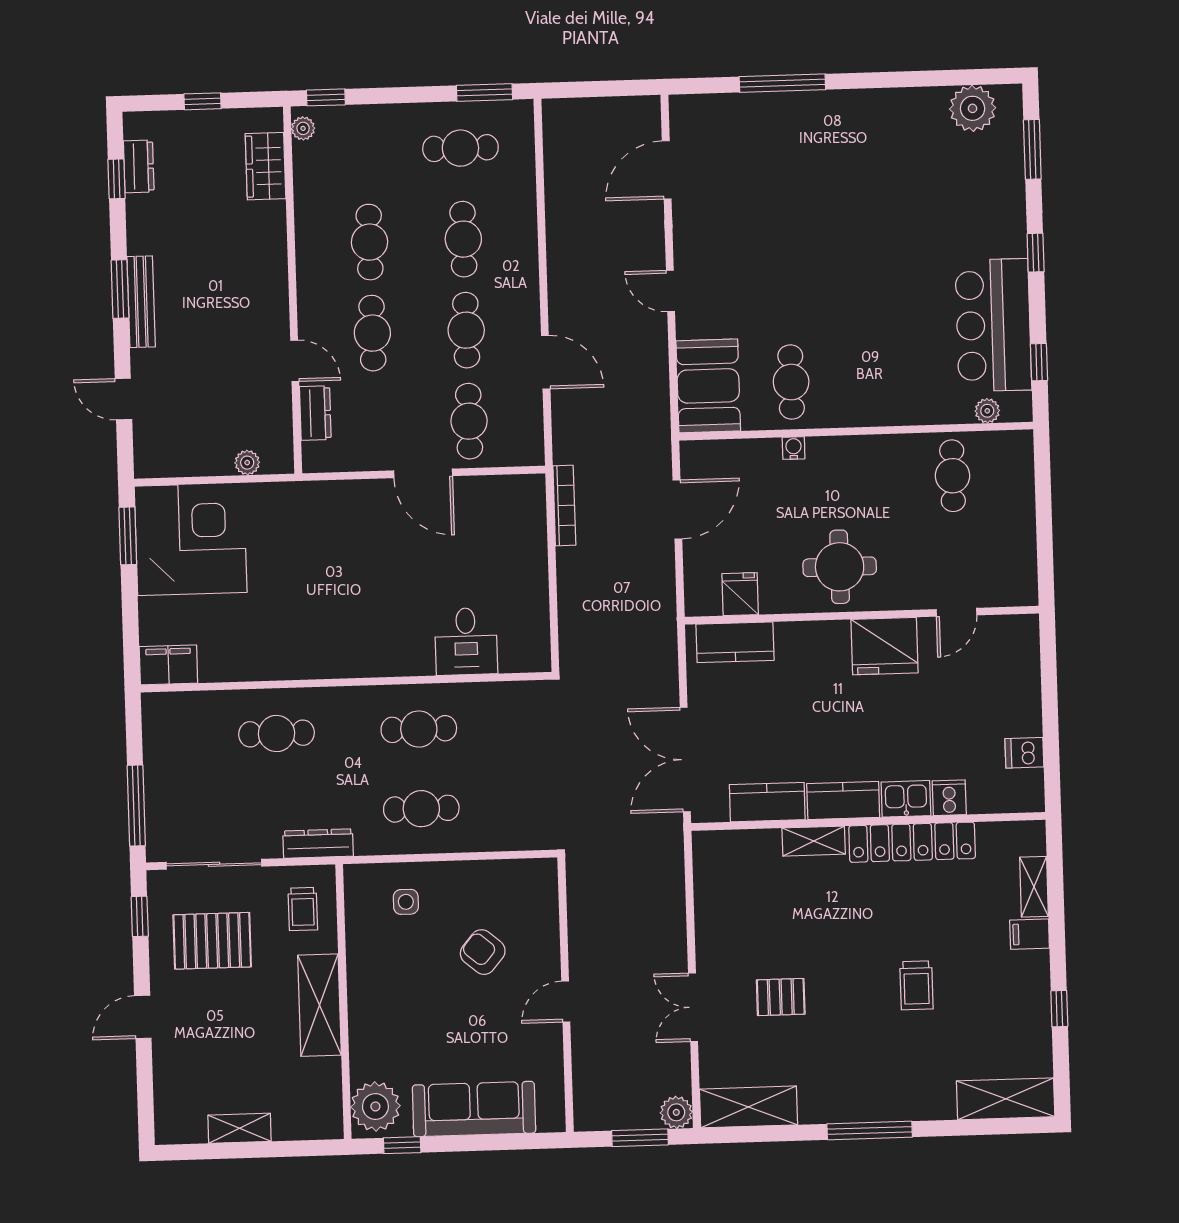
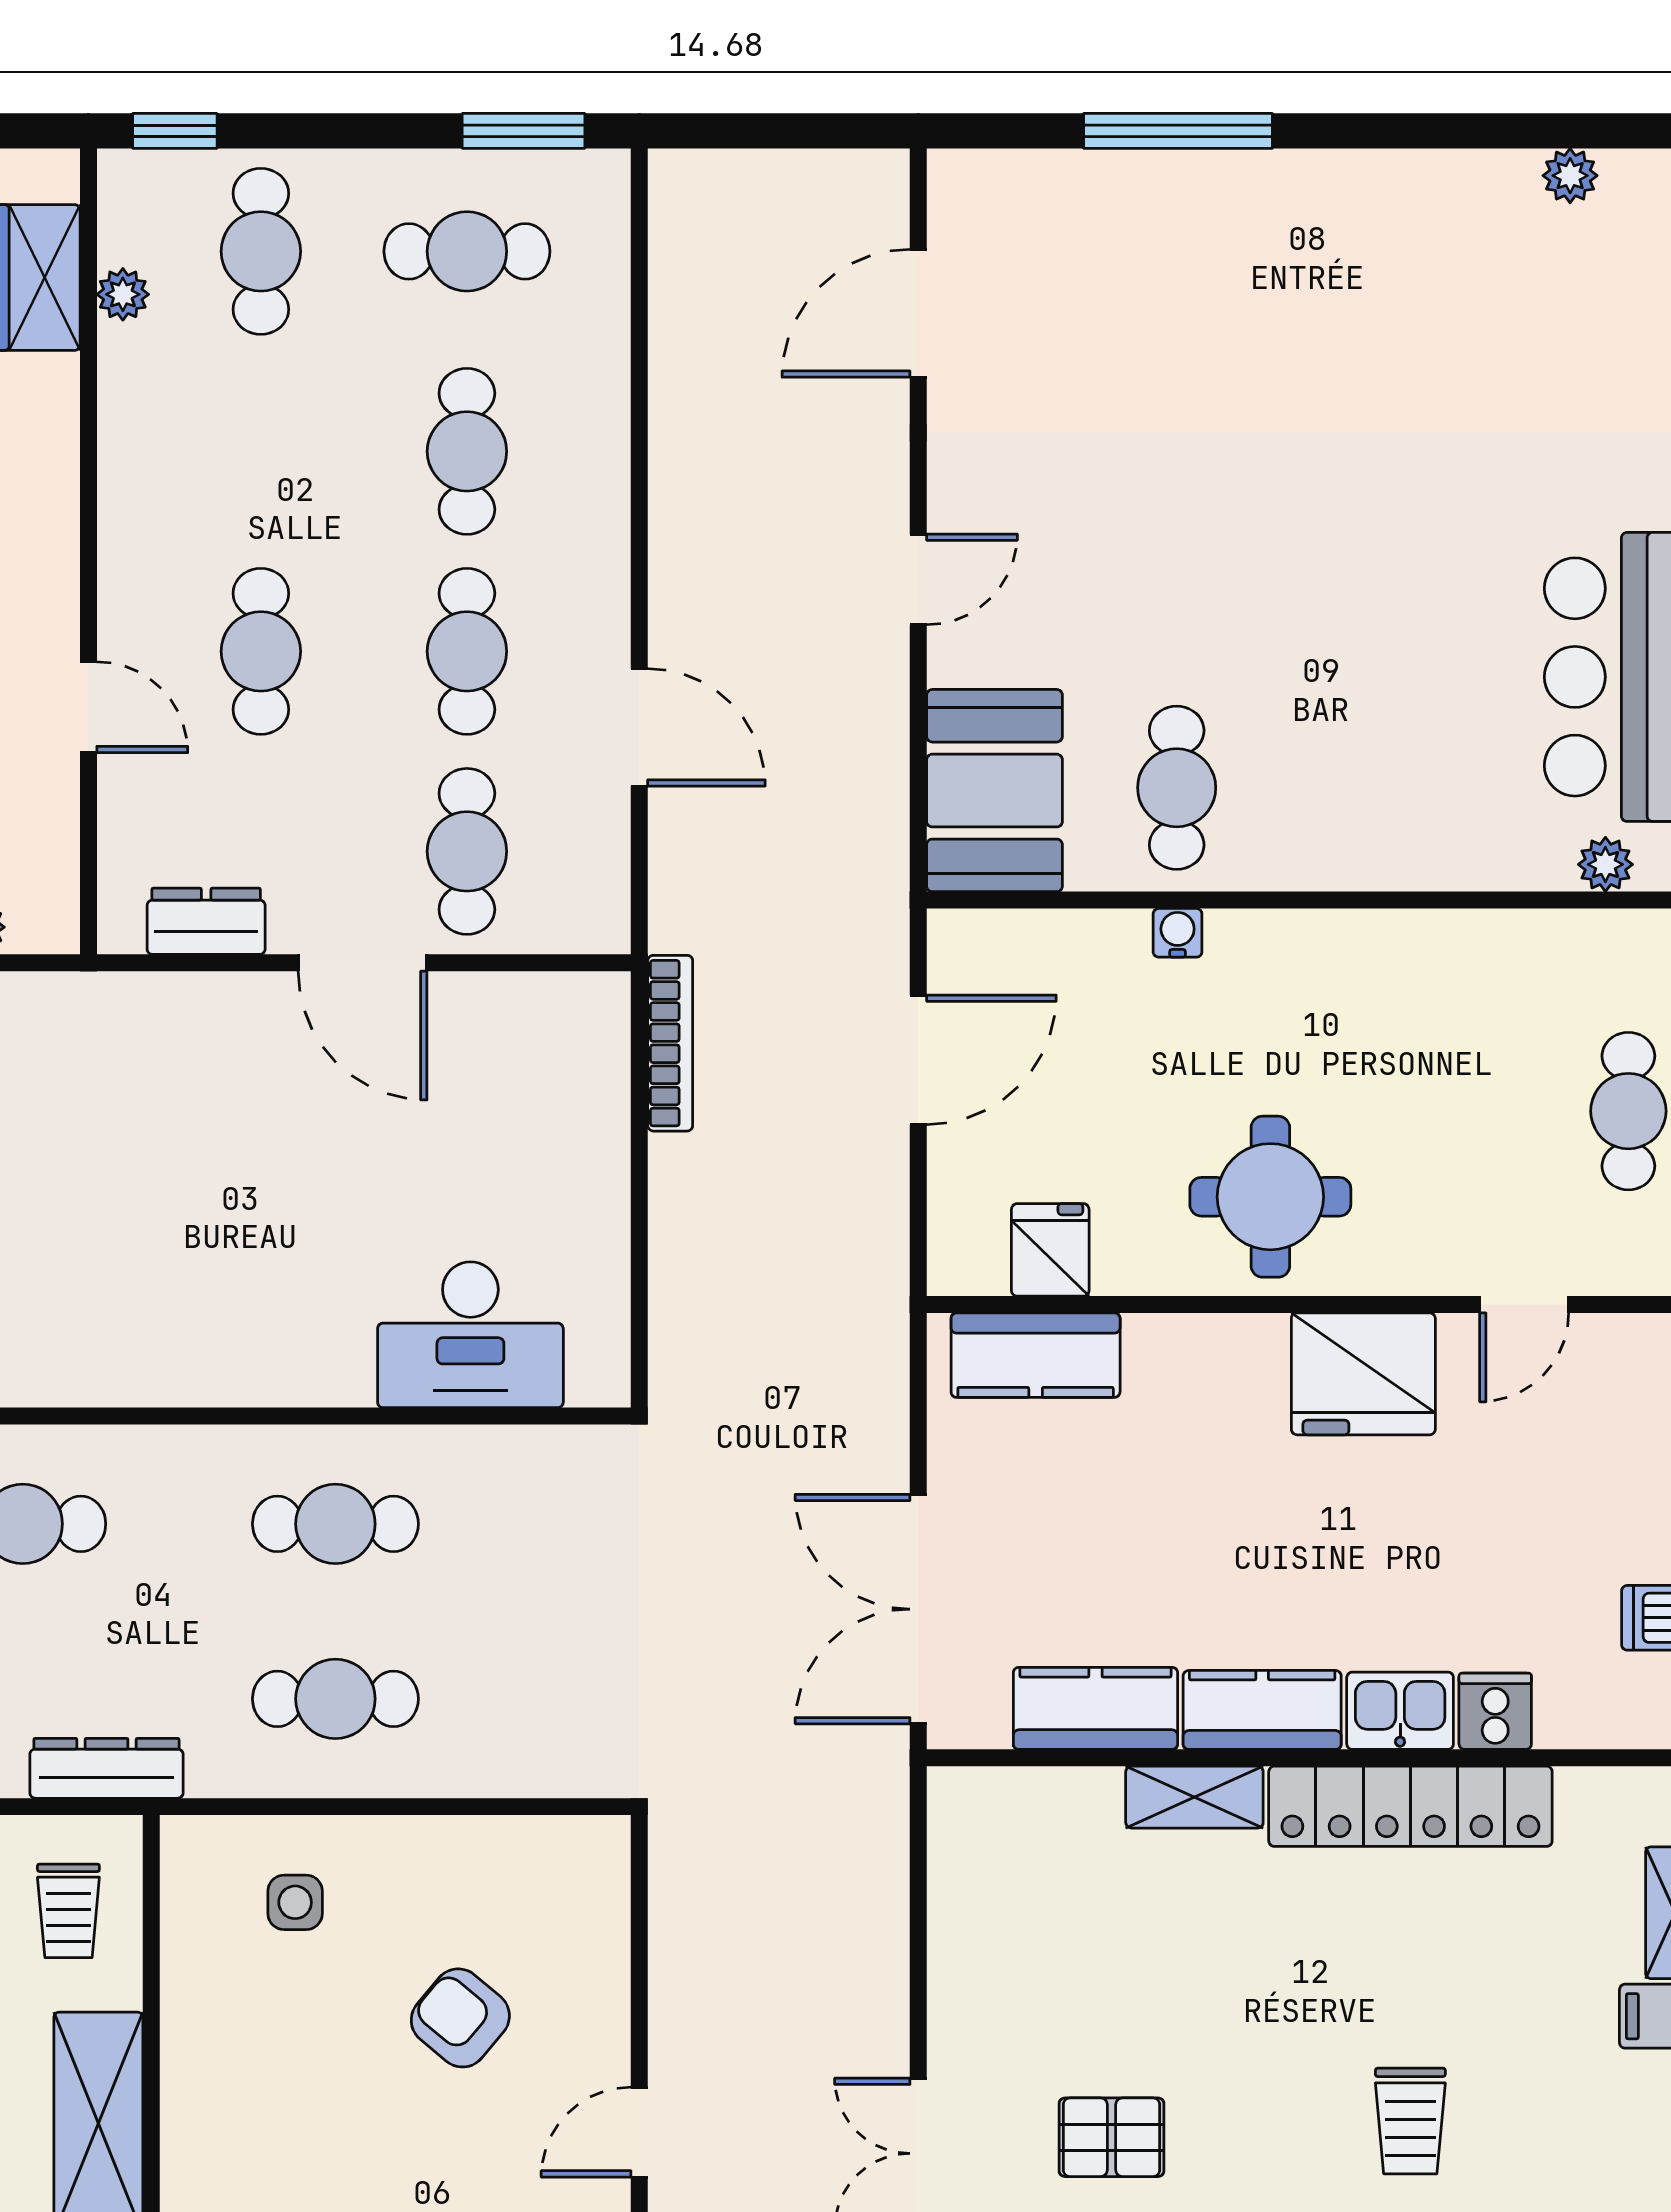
plant: (973, 108) -> (1570, 176), width x0.53, depth x0.53
plant: (303, 128) -> (123, 294), moved
cafe table: (370, 242) -> (261, 251), moved
door: (671, 291) -> (918, 579), swing flipped
dresser: (315, 413) -> (206, 921), moved, turned -90
cafe table: (952, 476) -> (1628, 1111), moved
desk: (466, 641) -> (470, 1335), width x1.37

